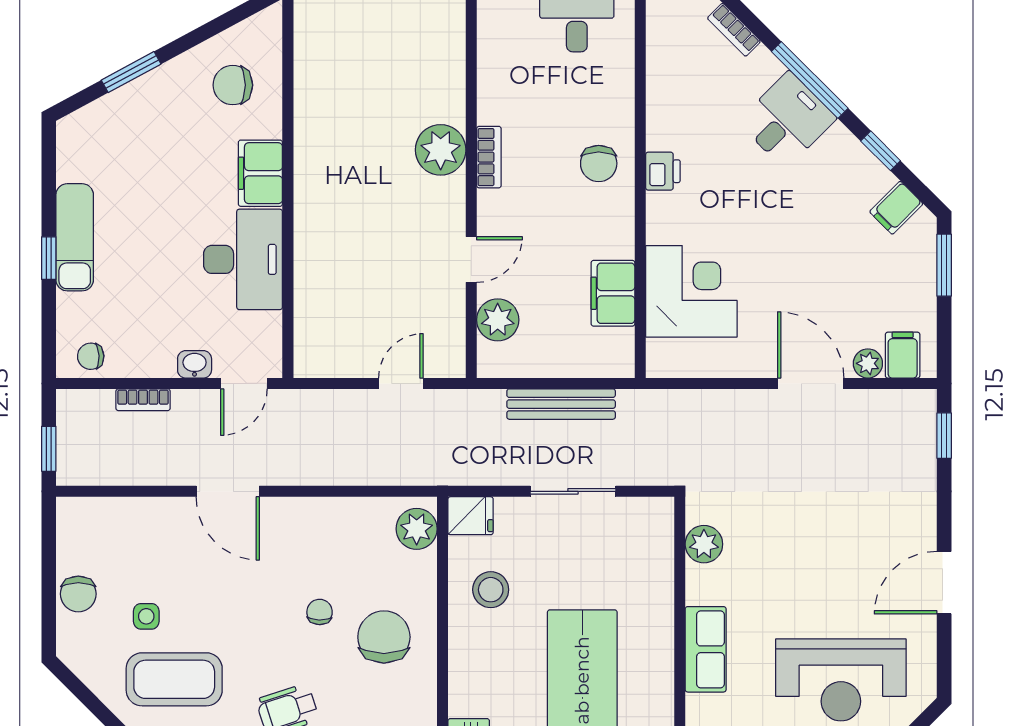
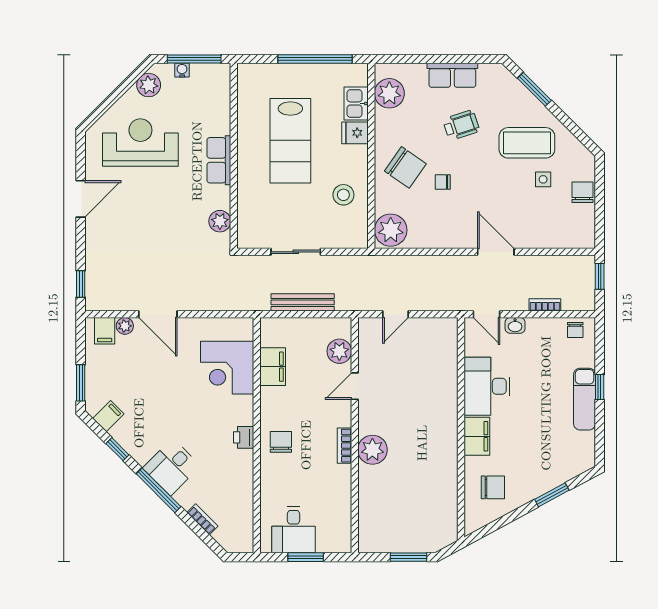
chair: (91, 356) -> (575, 330), turned 92
door: (244, 383) -> (486, 314), swing flipped
fridge: (471, 516) -> (355, 133), moved
plant: (417, 529) -> (391, 230), width x1.36, depth x1.36
chair: (320, 612) -> (443, 182), turned 88
chair: (384, 637) -> (405, 167), turned -55

